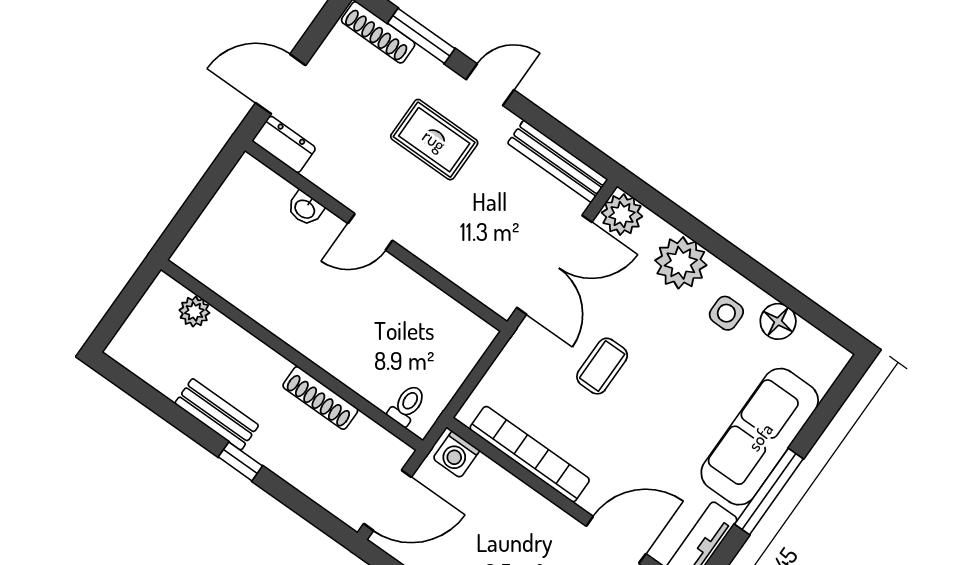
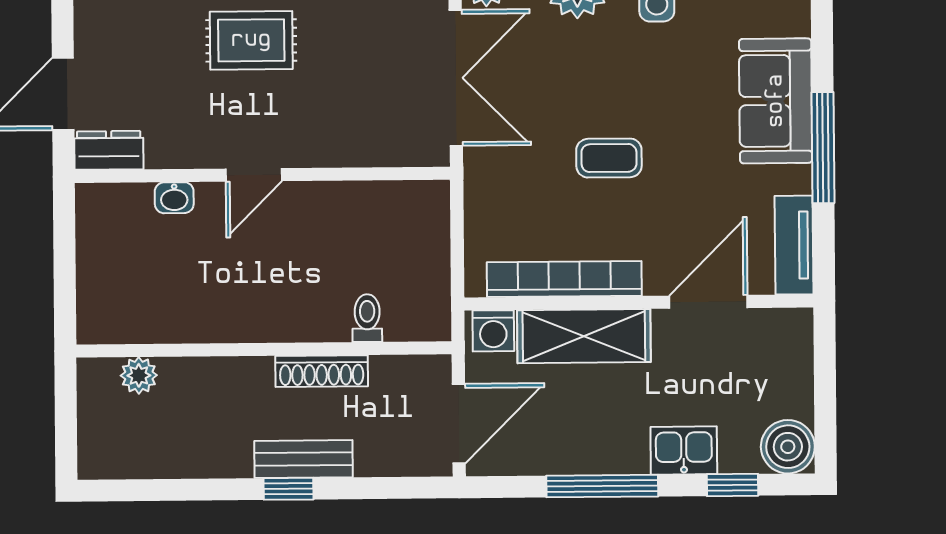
coffee table: (602, 366) -> (609, 158), moved, turned 90
toilet: (407, 405) -> (367, 318), moved
bench: (217, 414) -> (304, 459), moved
sofa: (760, 437) -> (776, 101), width x0.73
shelving: (515, 502) -> (584, 336), added

